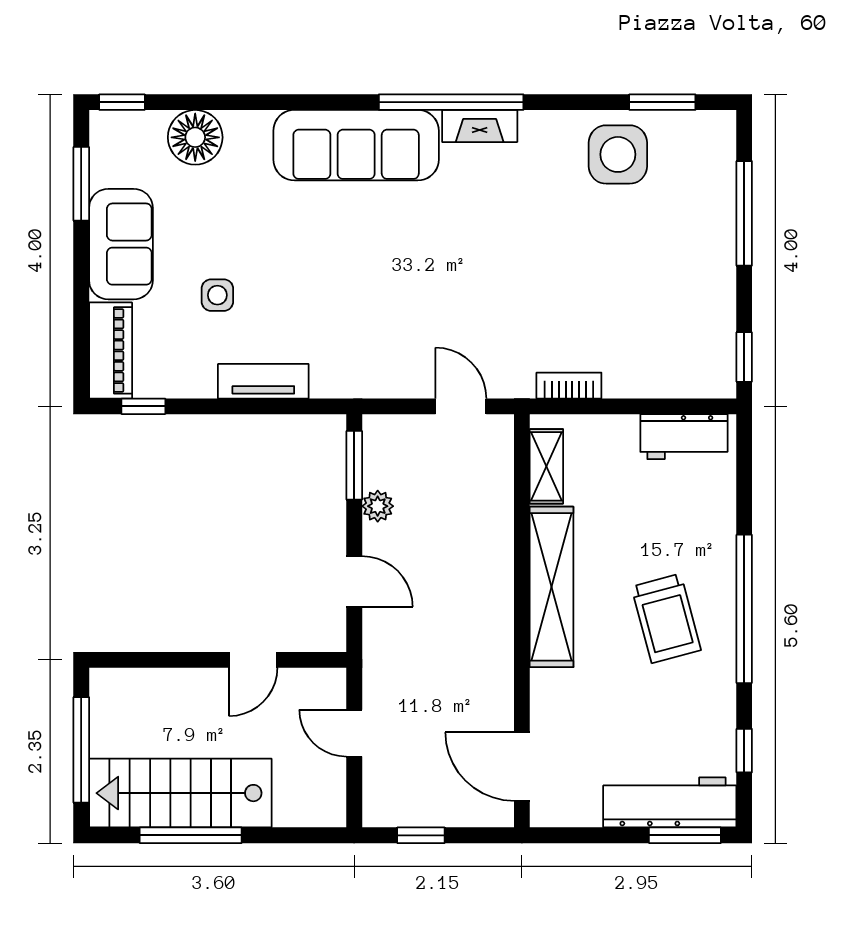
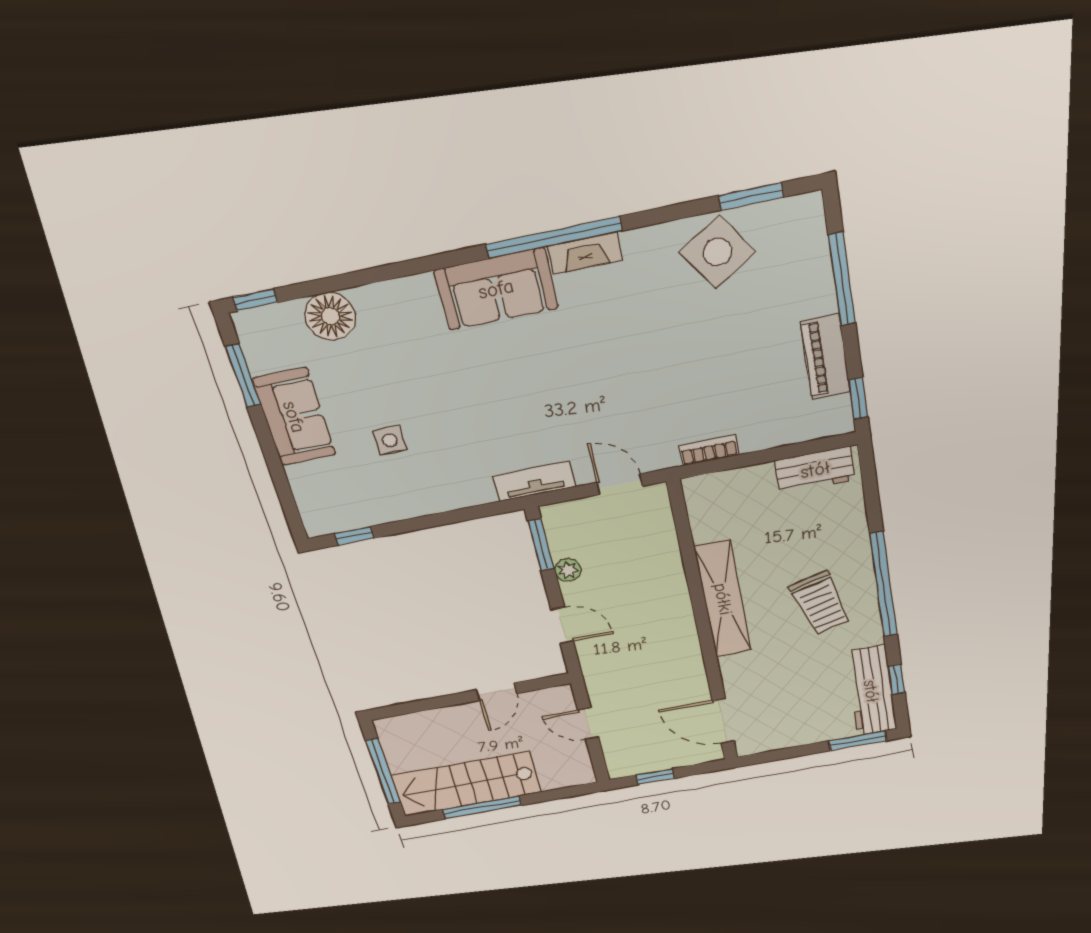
sofa: (356, 145) -> (496, 289), width x0.73
side table: (618, 154) -> (717, 252), turned -33
piano: (111, 350) -> (826, 357), moved, turned 180
tv unit: (263, 381) -> (534, 481), moved
shelving: (546, 466) -> (702, 515), removed
workbench: (670, 802) -> (871, 691), moved, turned -90

